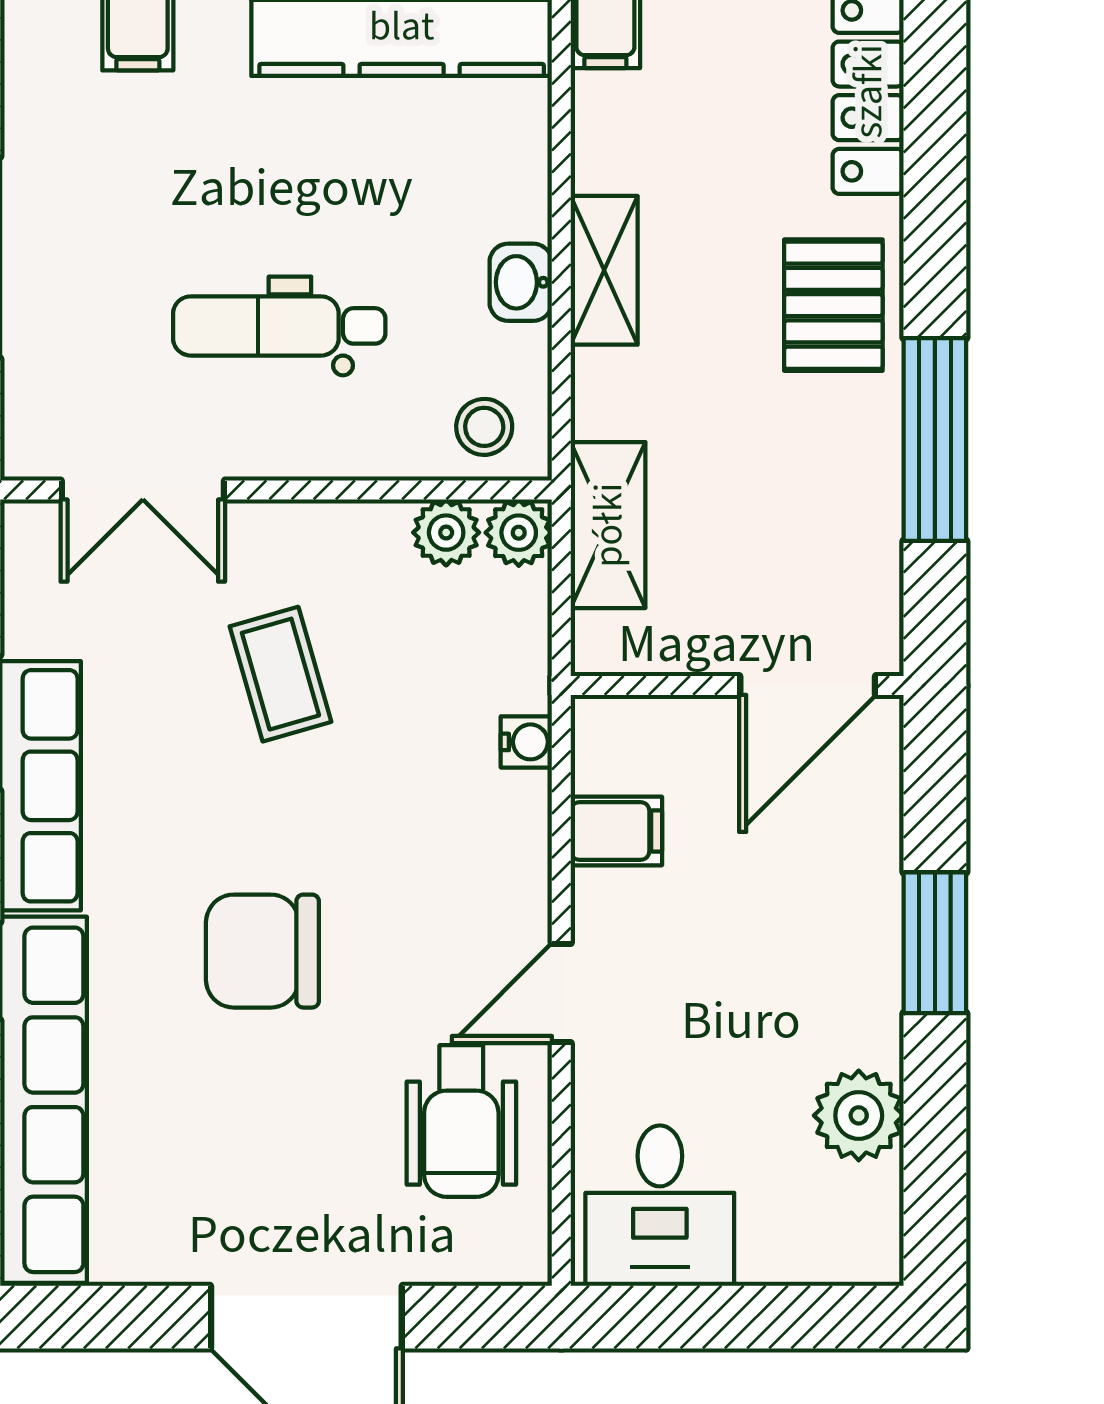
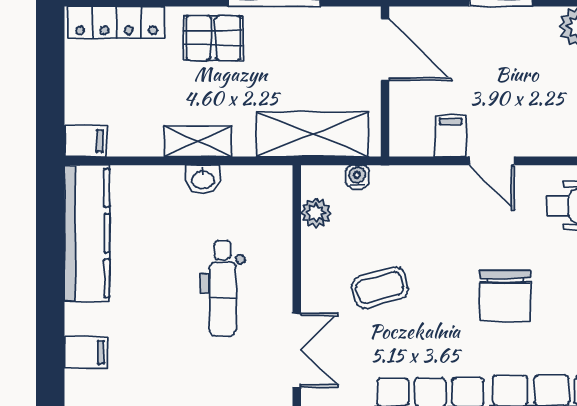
stool: (484, 427) -> (268, 196), removed
shelving: (608, 525) -> (313, 134), width x1.50, depth x1.33
plant: (519, 533) -> (316, 180), removed
water cooler: (526, 742) -> (357, 177), moved
door: (561, 993) -> (492, 161), moved

